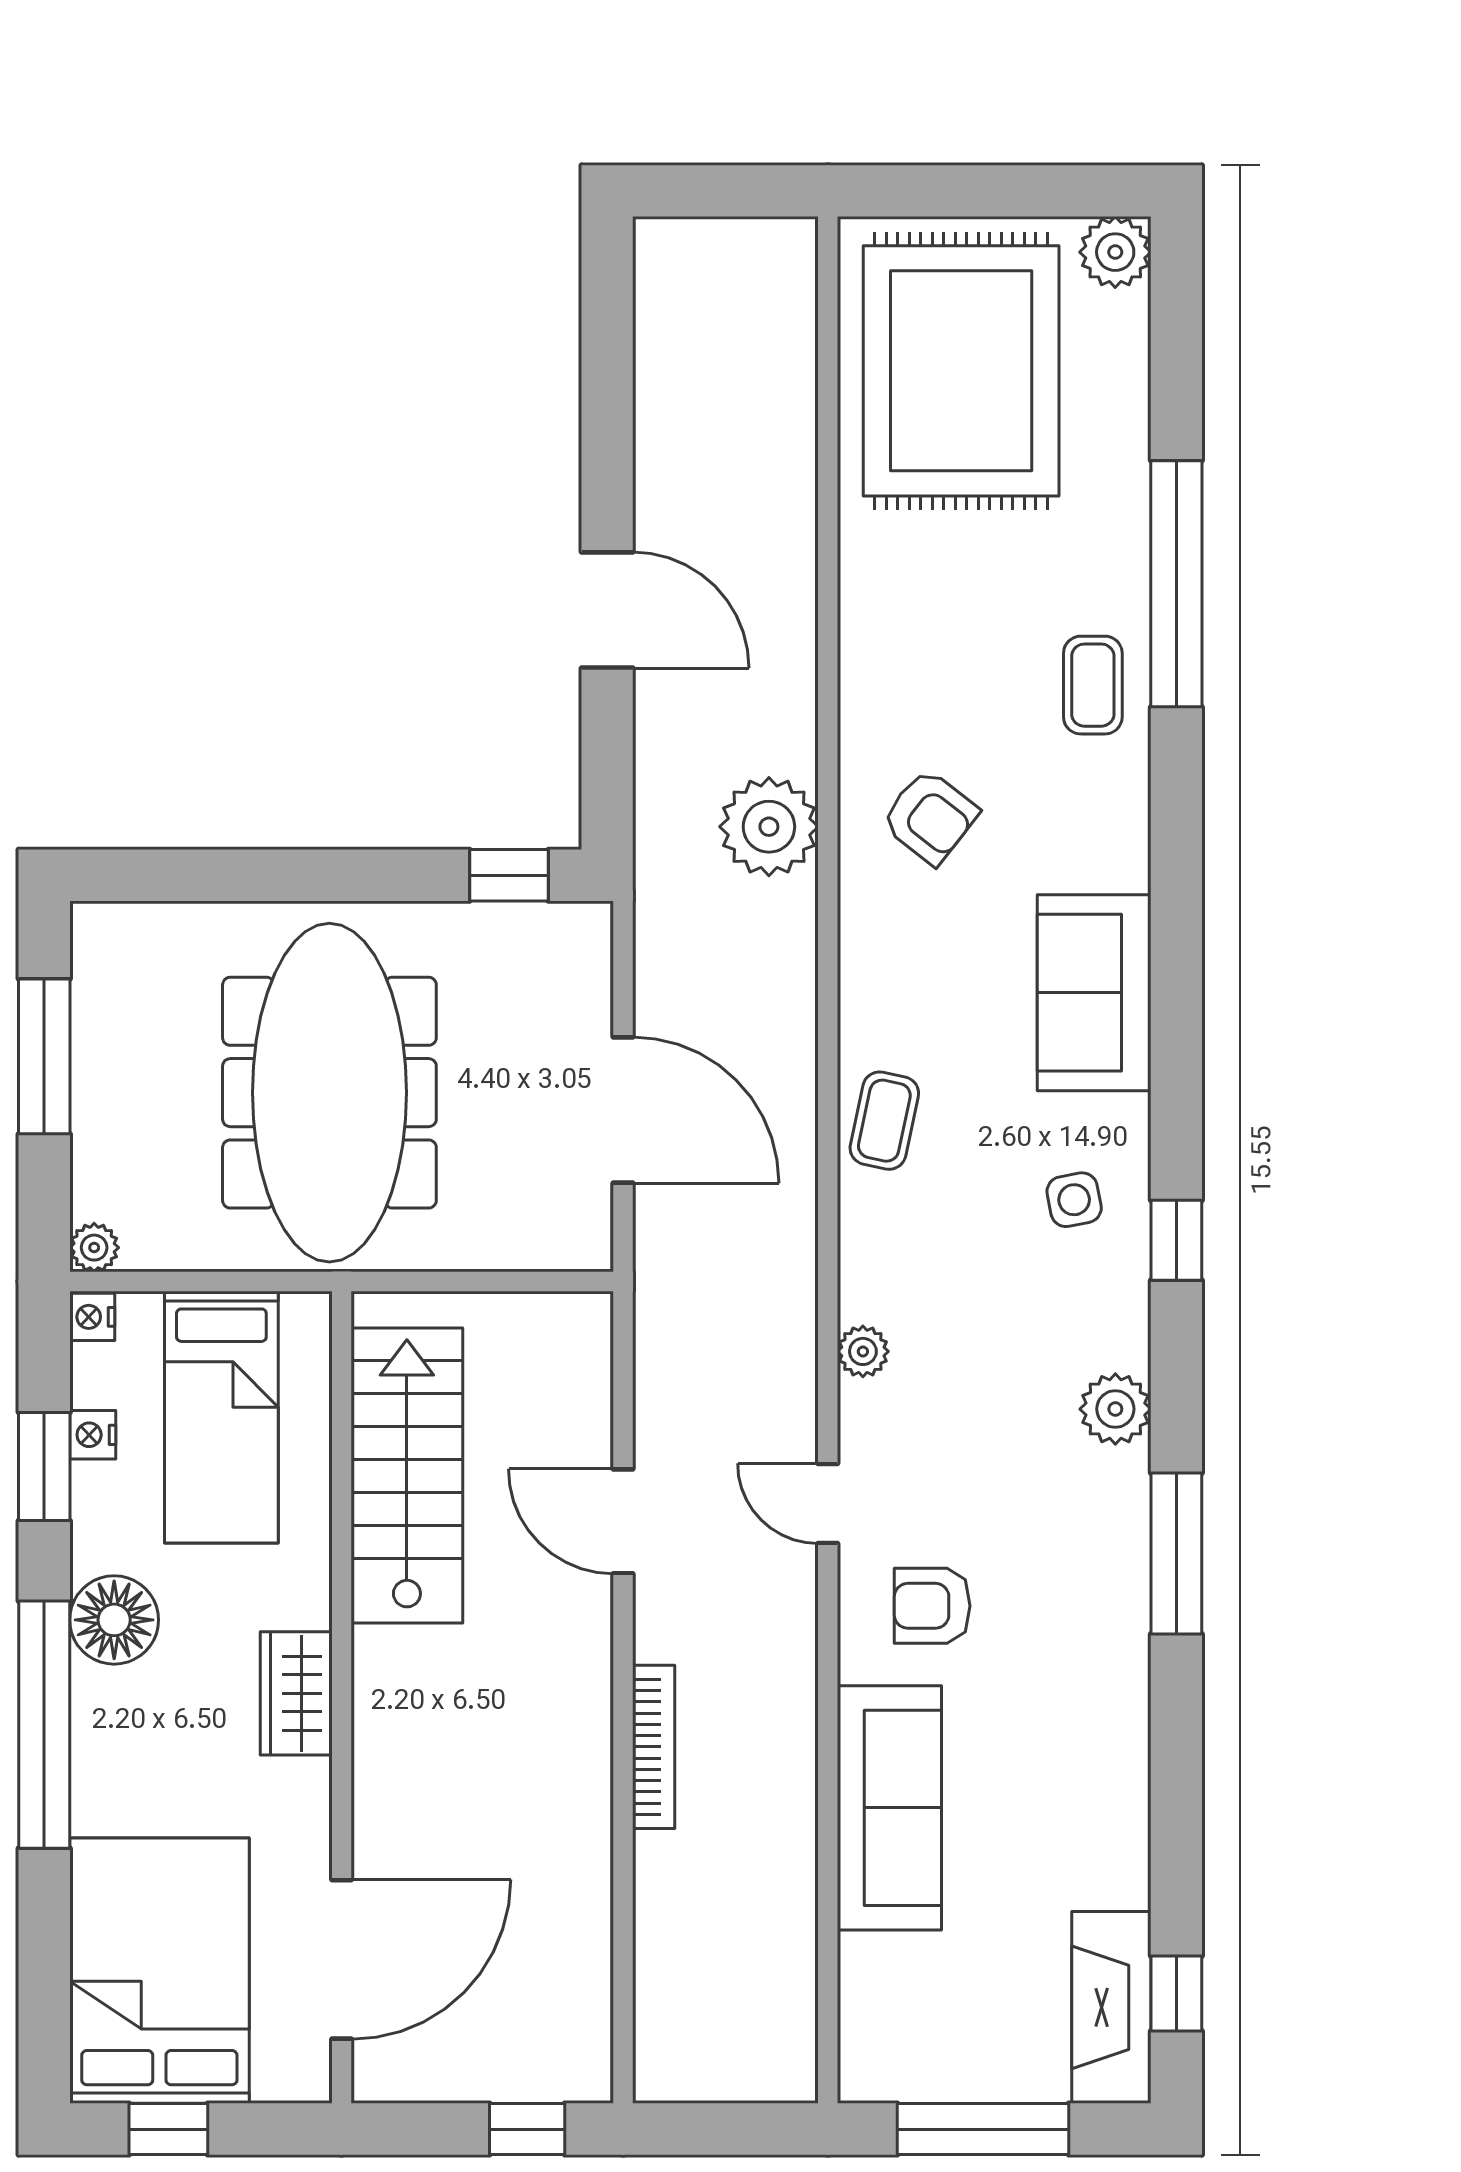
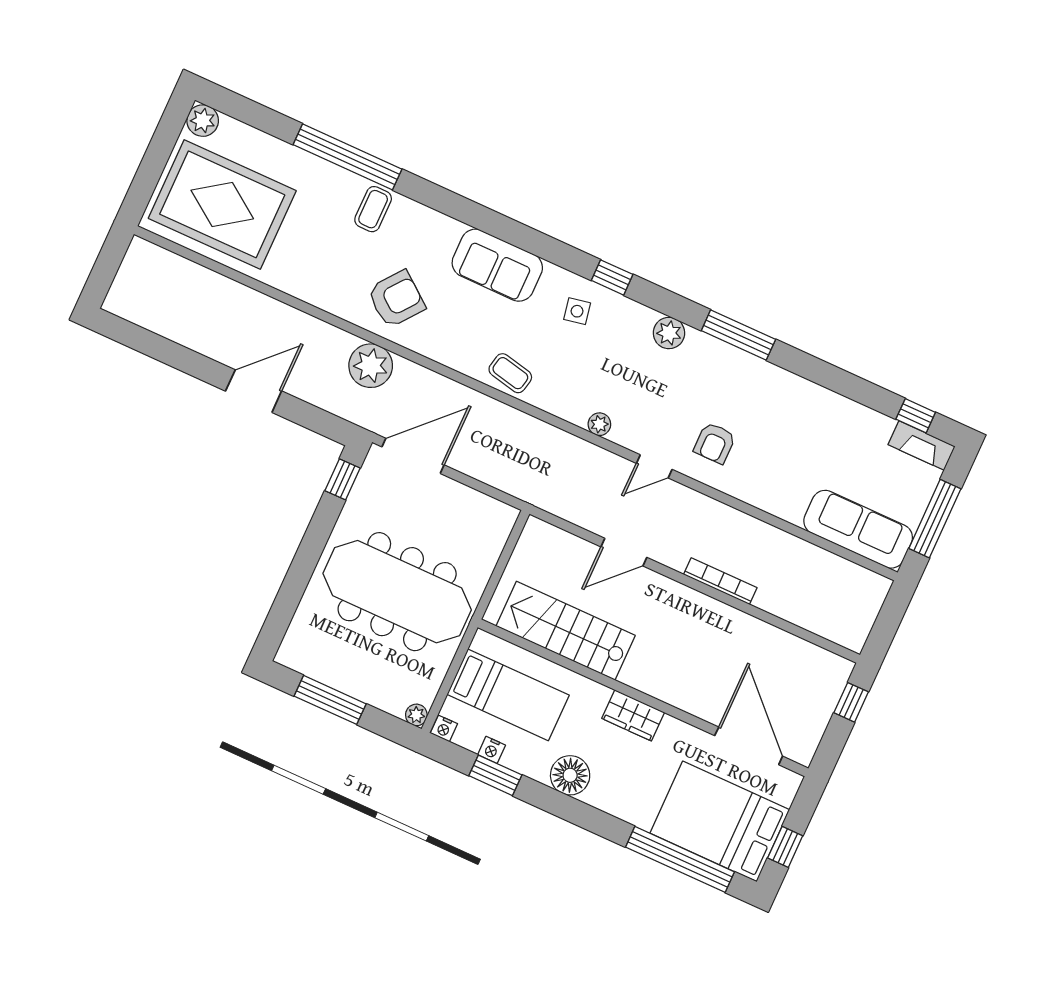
coffee table: (1093, 685) -> (373, 209), turned 90
armchair: (930, 817) -> (396, 299), width x1.38, depth x1.38
door: (623, 1110) -> (413, 456), moved
window: (44, 1725) -> (680, 859), moved
sofa: (889, 1808) -> (858, 529), moved
fireplace: (1111, 2007) -> (922, 445), width x0.73, depth x0.76

